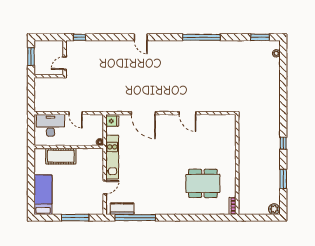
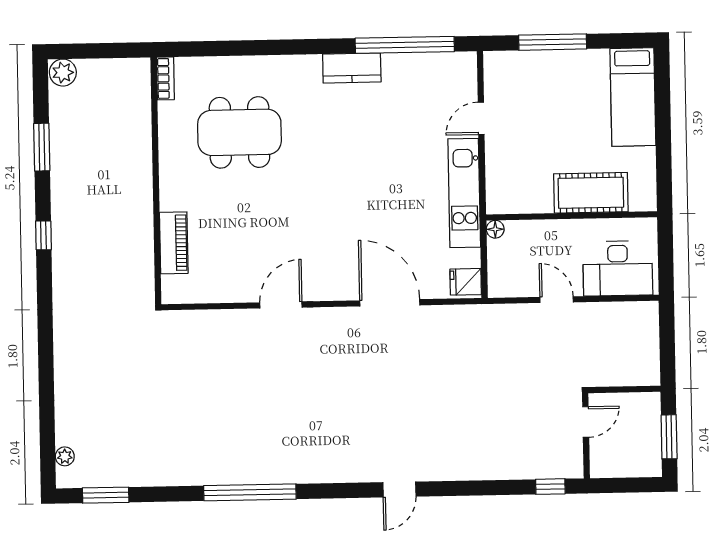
door: (141, 37) -> (399, 489), swing flipped
door: (187, 113) -> (281, 305), hinge flipped
piano: (230, 139) -> (174, 243), added
kitchen counter: (122, 209) -> (352, 68), moved

